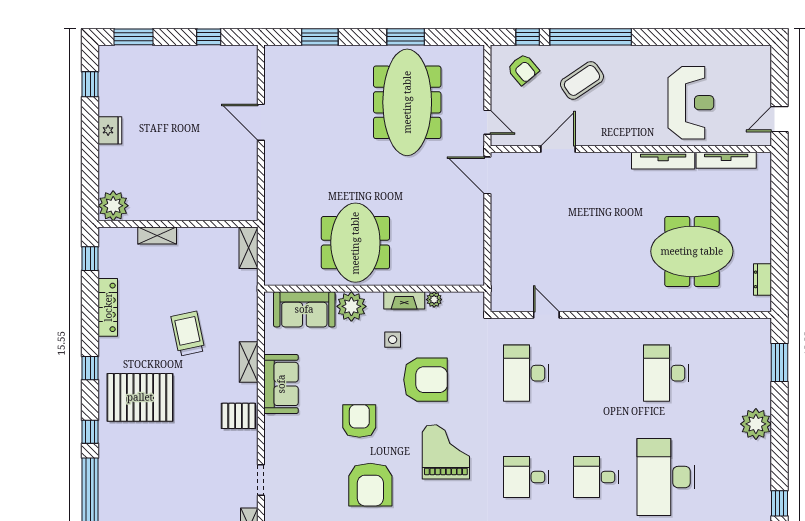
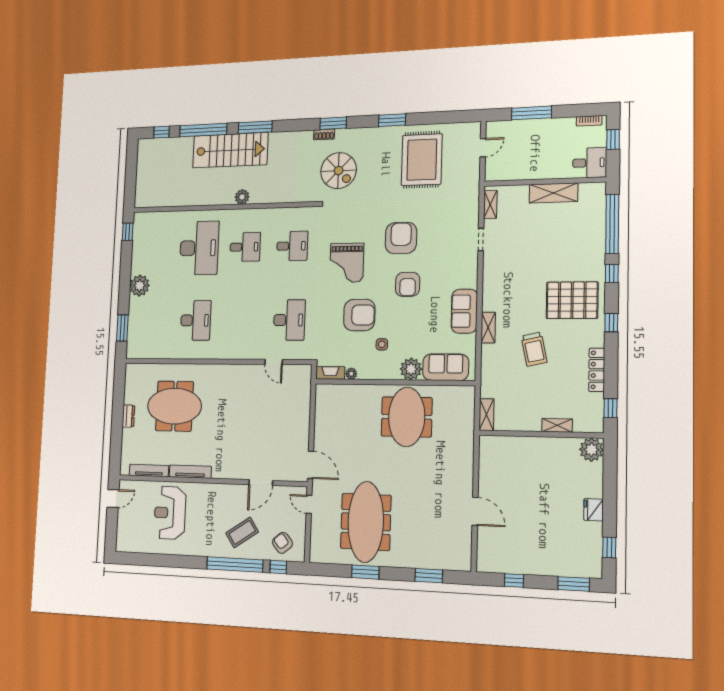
dresser: (763, 279) -> (128, 416), moved
fireplace: (404, 300) -> (330, 373), moved
armchair: (426, 380) -> (359, 315), turned 180
pallet: (238, 416) -> (497, 287), removed

